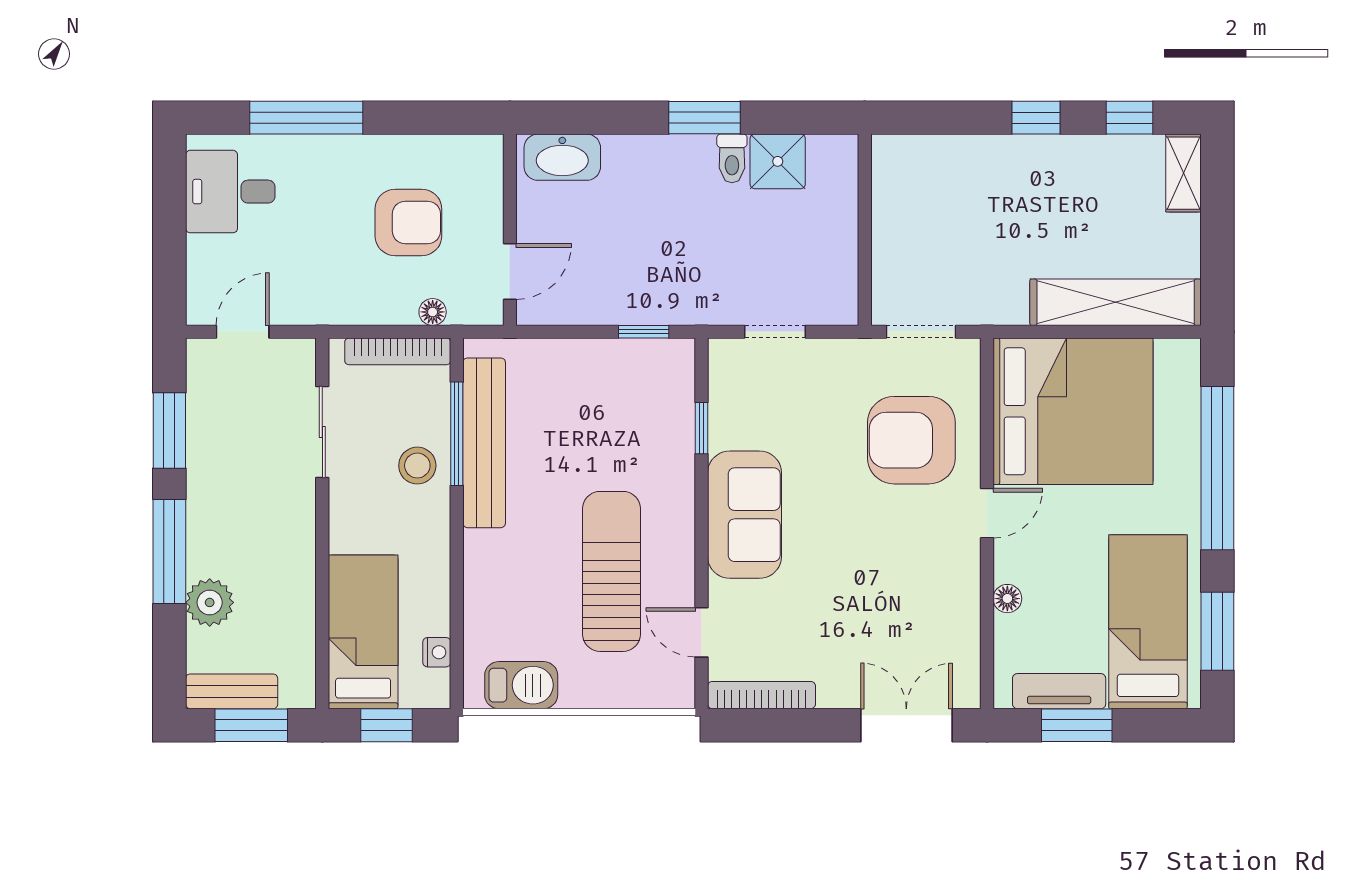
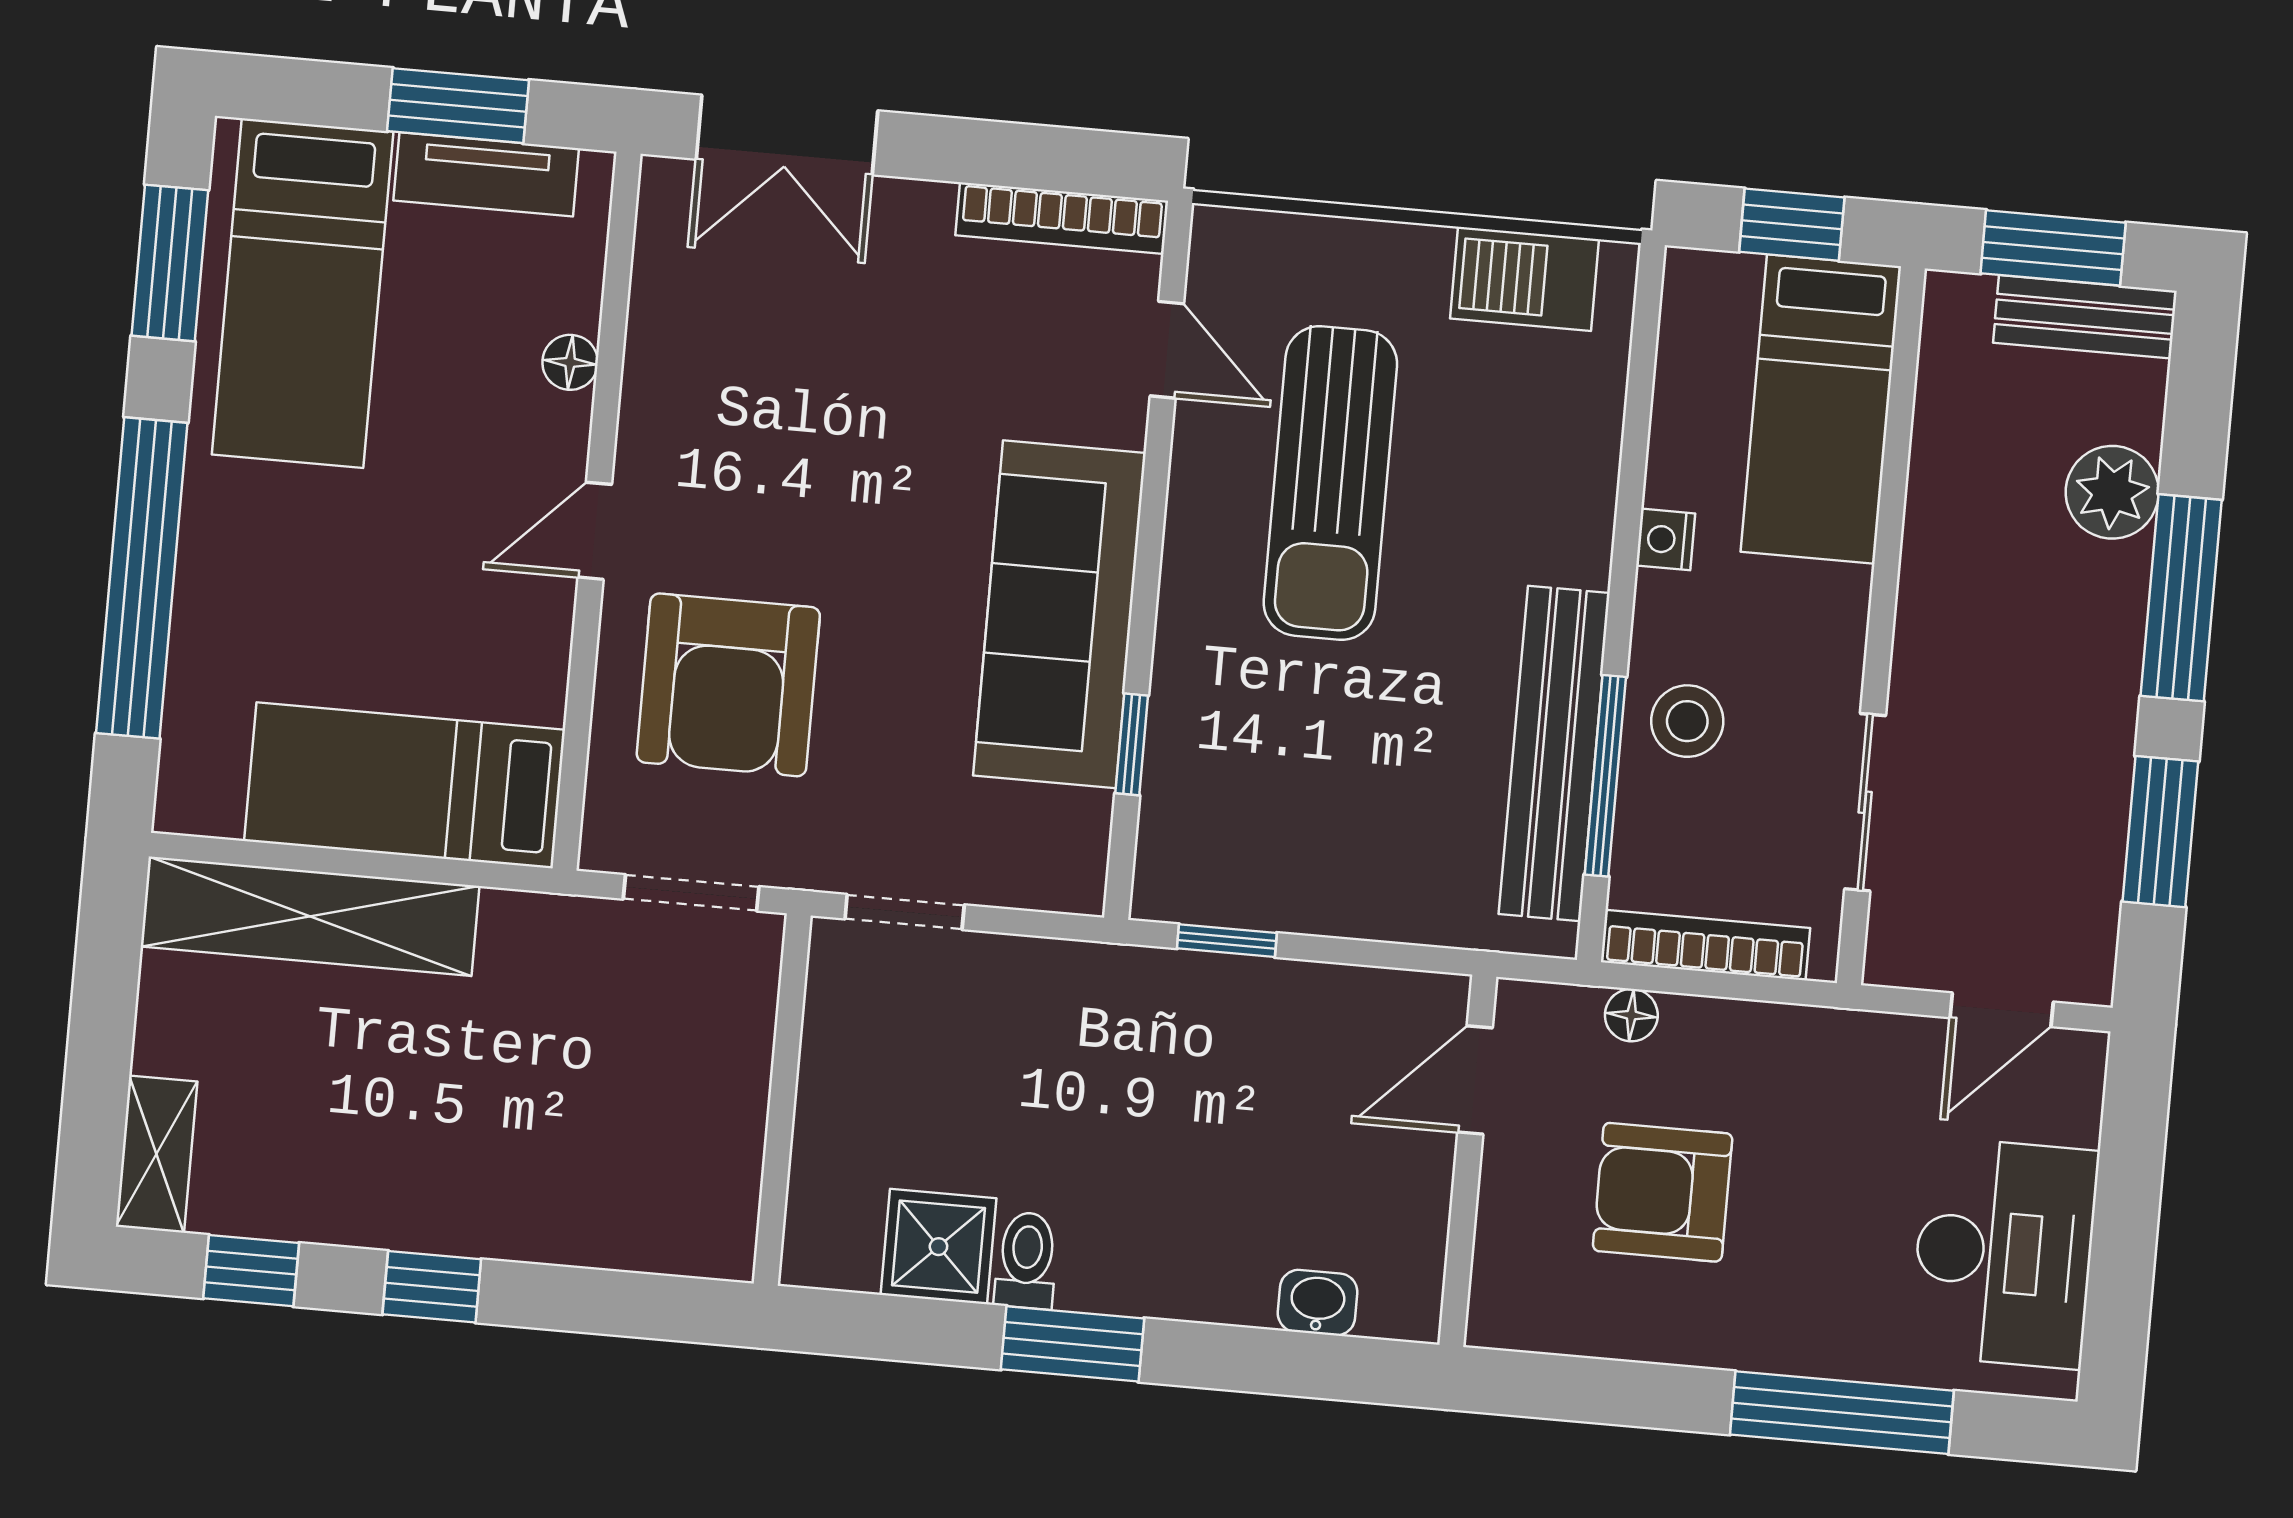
washbasin: (562, 157) -> (1318, 1303), width x0.52, depth x0.69
desk: (230, 192) -> (2004, 1253), width x1.37
doorway: (775, 332) -> (905, 912), moved
bed: (1073, 411) -> (405, 785), width x0.49
armchair: (911, 440) -> (728, 685), turned 90
sofa: (745, 515) -> (1059, 614), width x1.36
nightstand: (437, 652) -> (1666, 539), moved

